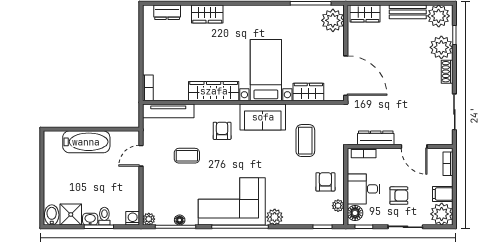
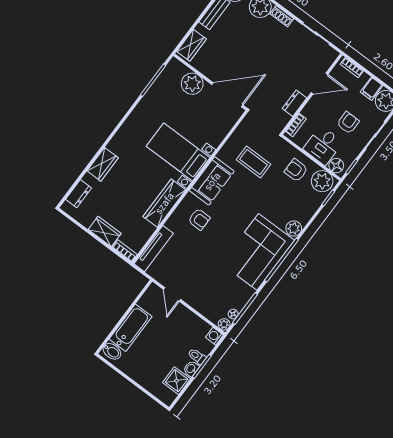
plant: (333, 20) -> (192, 84), moved
wardrobe: (308, 92) -> (105, 231), moved, turned 90
armchair: (222, 131) -> (199, 219), turned 180
dresser: (376, 138) -> (294, 103), width x0.70
coffee table: (187, 156) -> (198, 260), removed
plant: (338, 206) -> (322, 181), width x1.87, depth x1.87
bidet: (52, 215) -> (112, 351), moved, turned 180
floor lamp: (180, 220) -> (233, 314), moved

